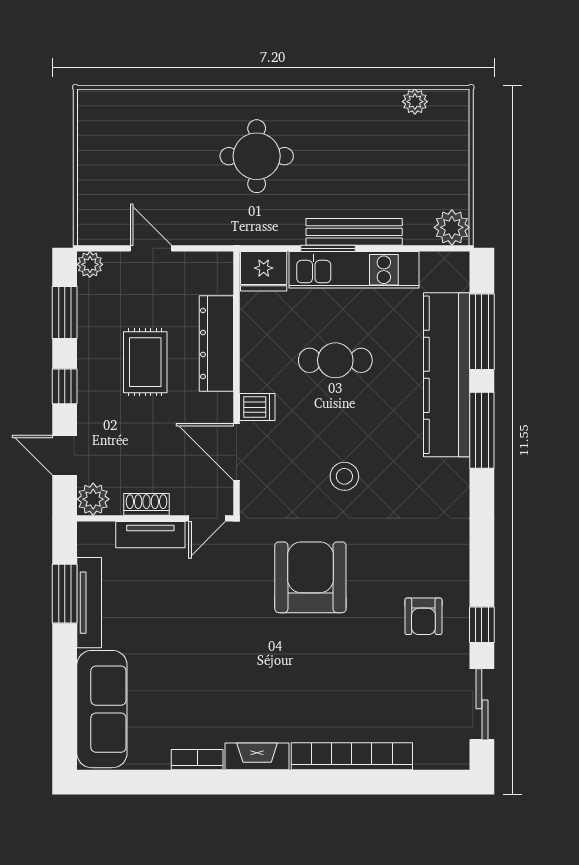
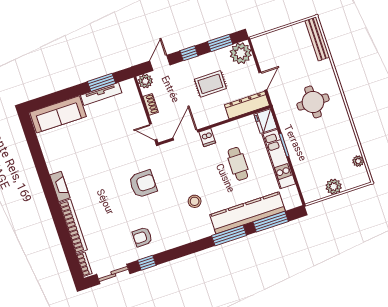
plant: (452, 227) -> (334, 187), moved
bench: (354, 232) -> (317, 39), moved
door: (151, 248) -> (263, 81), moved
plant: (90, 264) -> (241, 53), width x1.87, depth x1.87
dresser: (216, 343) -> (247, 105), moved
stool: (344, 476) -> (195, 201), moved
tv unit: (150, 535) -> (138, 110), removed
armchair: (310, 577) -> (143, 184), width x0.73, depth x0.73
bookcase: (197, 760) -> (84, 264), moved

